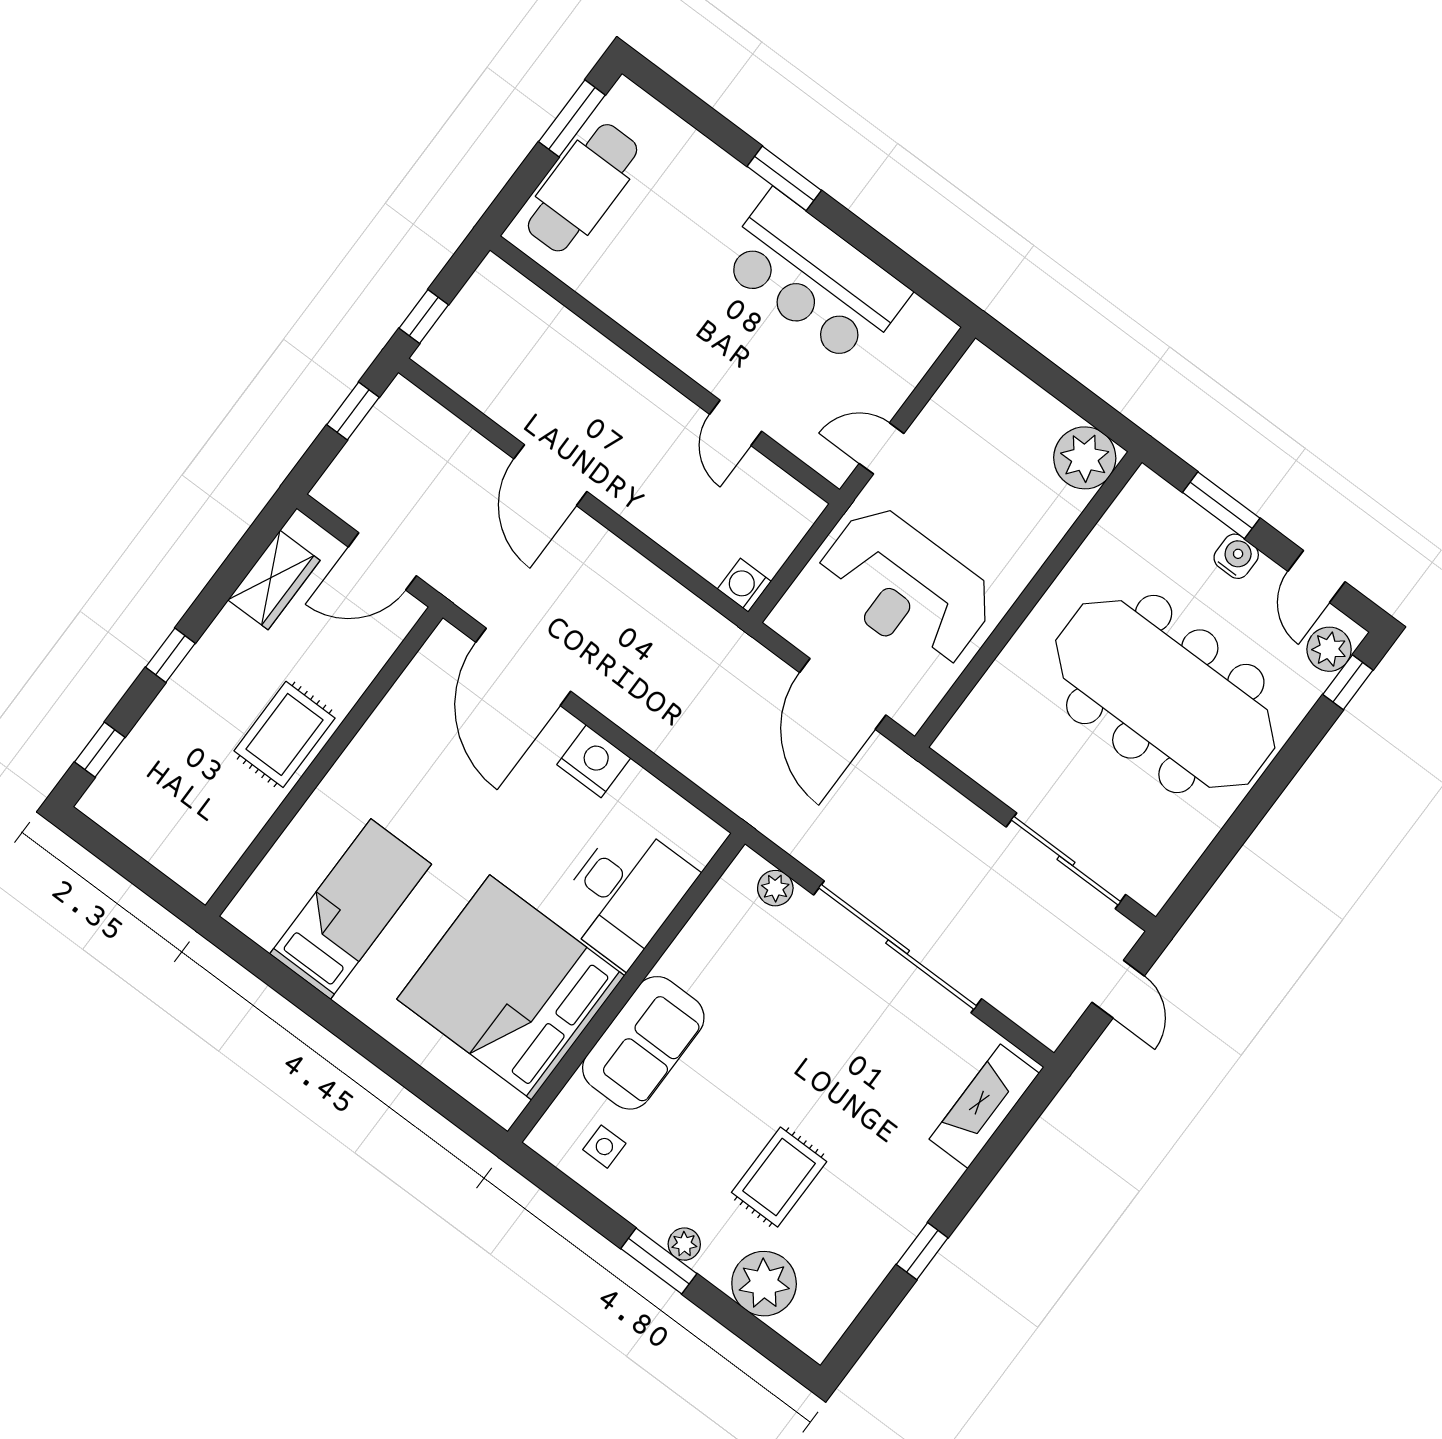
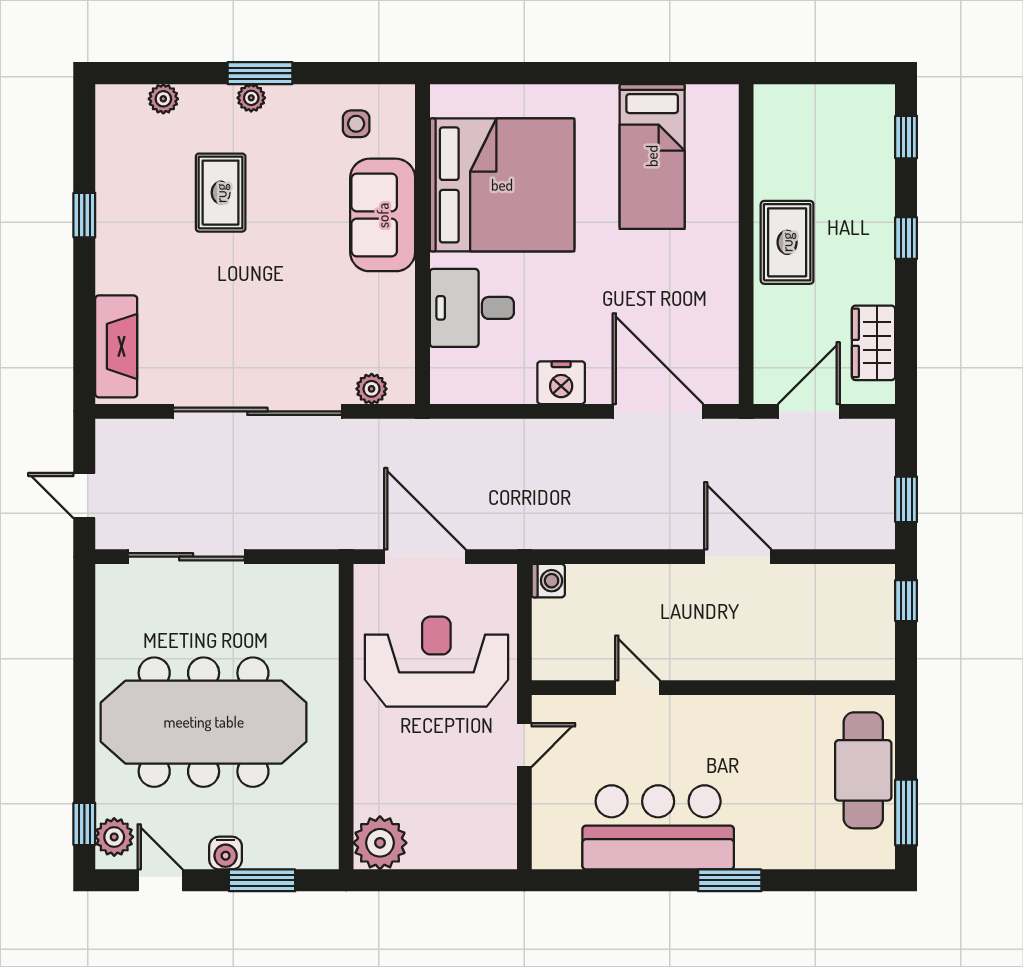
desk: (625, 894) -> (472, 308), width x0.73
plant: (764, 1284) -> (163, 99), width x0.53, depth x0.53

